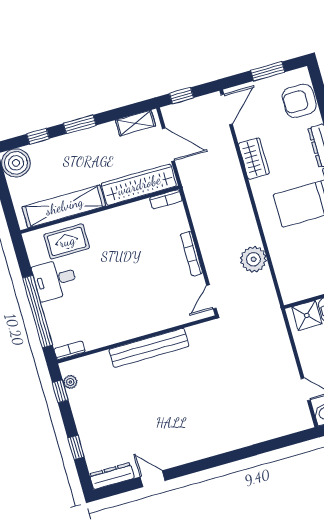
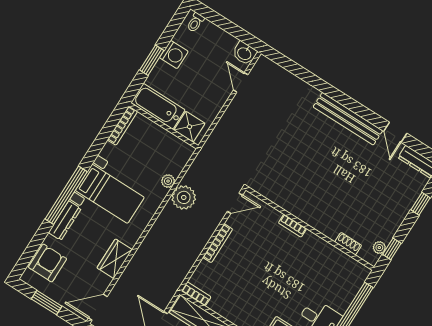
armchair: (299, 101) -> (48, 263), turned -90
plant: (278, 258) -> (168, 181), added
bench: (149, 348) -> (348, 119), moved
bookcase: (70, 350) -> (292, 226), moved
shoe rack: (96, 359) -> (348, 244), added

